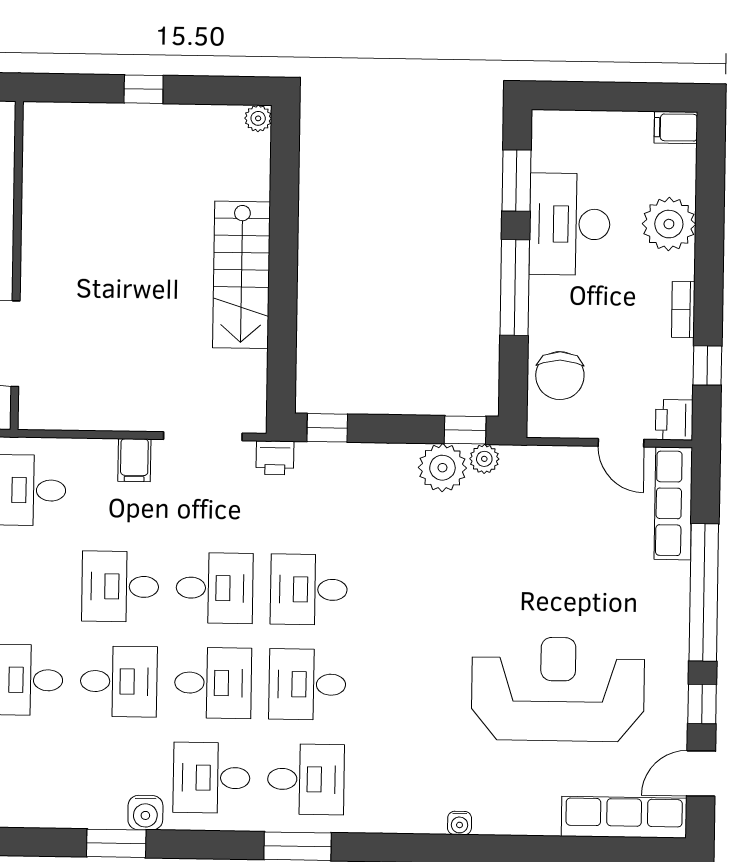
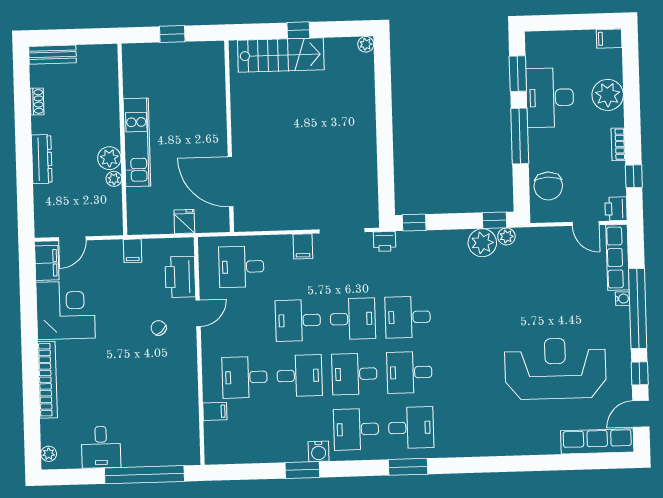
stairs: (241, 275) -> (281, 55), moved, turned -90
desk: (213, 683) -> (354, 374), turned 180
water cooler: (460, 823) -> (622, 299), moved, turned -90

